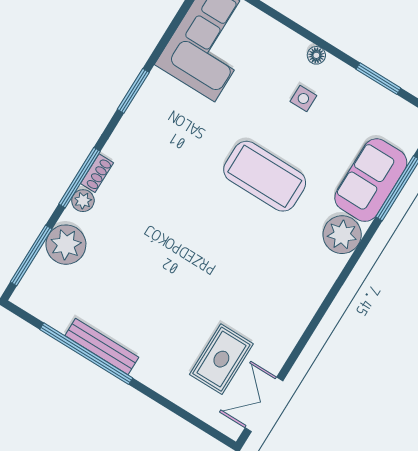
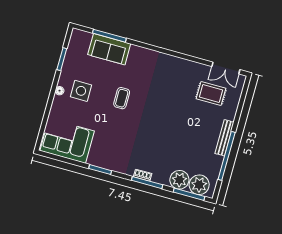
side table: (303, 99) -> (81, 91), width x1.87, depth x1.87
coffee table: (265, 176) -> (122, 98), width x0.54, depth x0.58
plant: (83, 201) -> (199, 185), moved, width x1.87, depth x1.87
plant: (342, 235) -> (138, 55), removed
bench: (102, 346) -> (224, 138), moved

